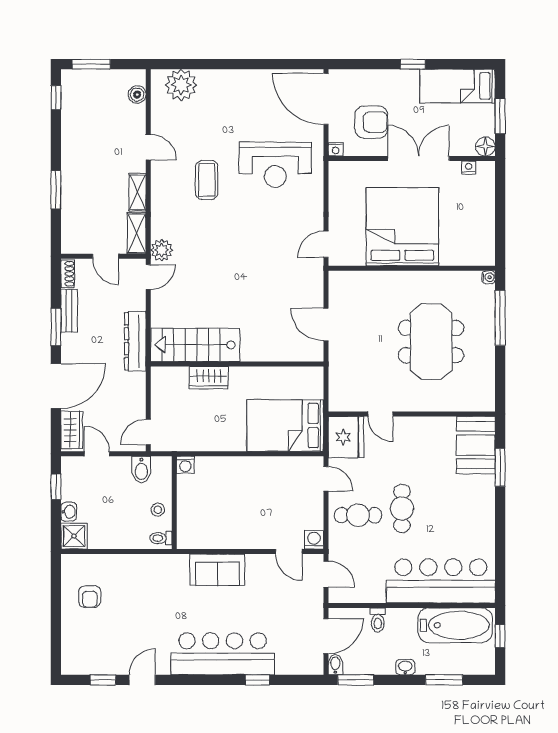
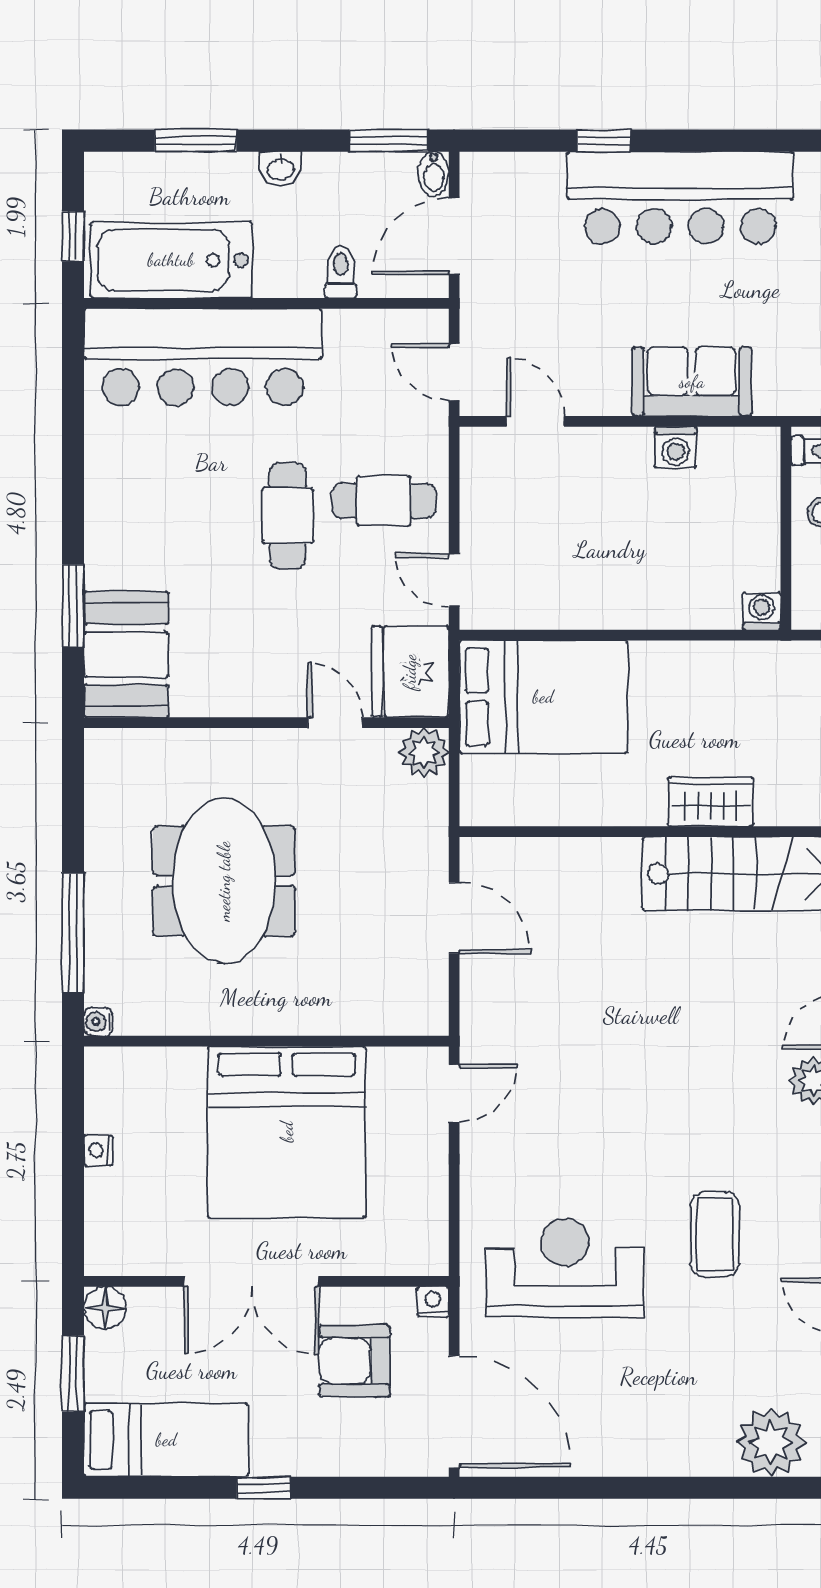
nightstand: (469, 167) -> (98, 1150), moved, turned 90
plant: (340, 400) -> (424, 752), added
washing machine: (314, 540) -> (676, 447), moved

